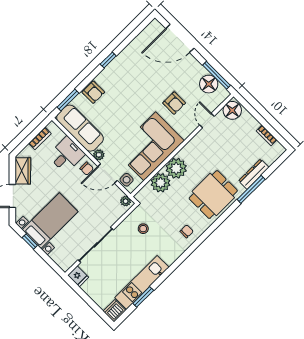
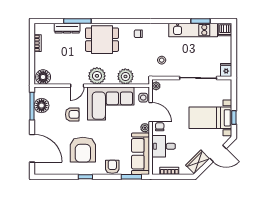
armchair: (134, 81) -> (83, 150), added
armchair: (174, 103) -> (72, 114), turned 90
door: (207, 121) -> (77, 86), moved
plant: (176, 168) -> (97, 76), moved

